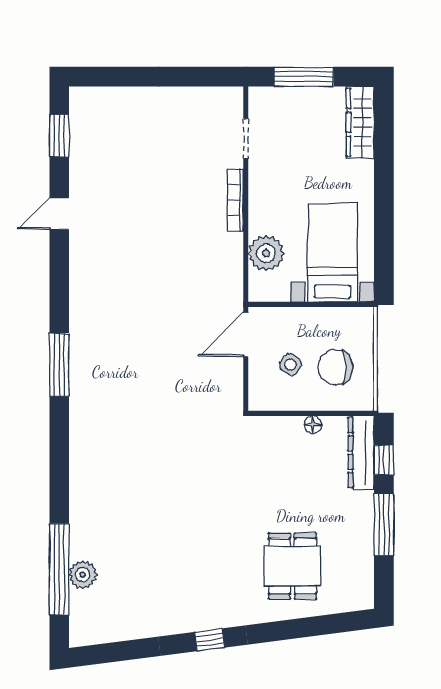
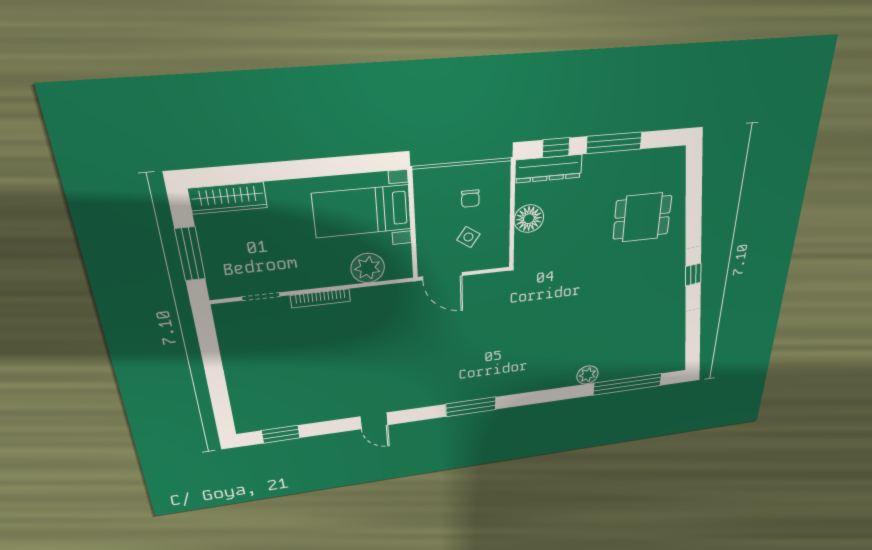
door: (59, 214) -> (374, 421), moved
chair: (335, 367) -> (470, 199), width x0.54, depth x0.54
floor lamp: (313, 425) -> (529, 219), width x1.89, depth x1.89
plant: (83, 575) -> (587, 375), moved

